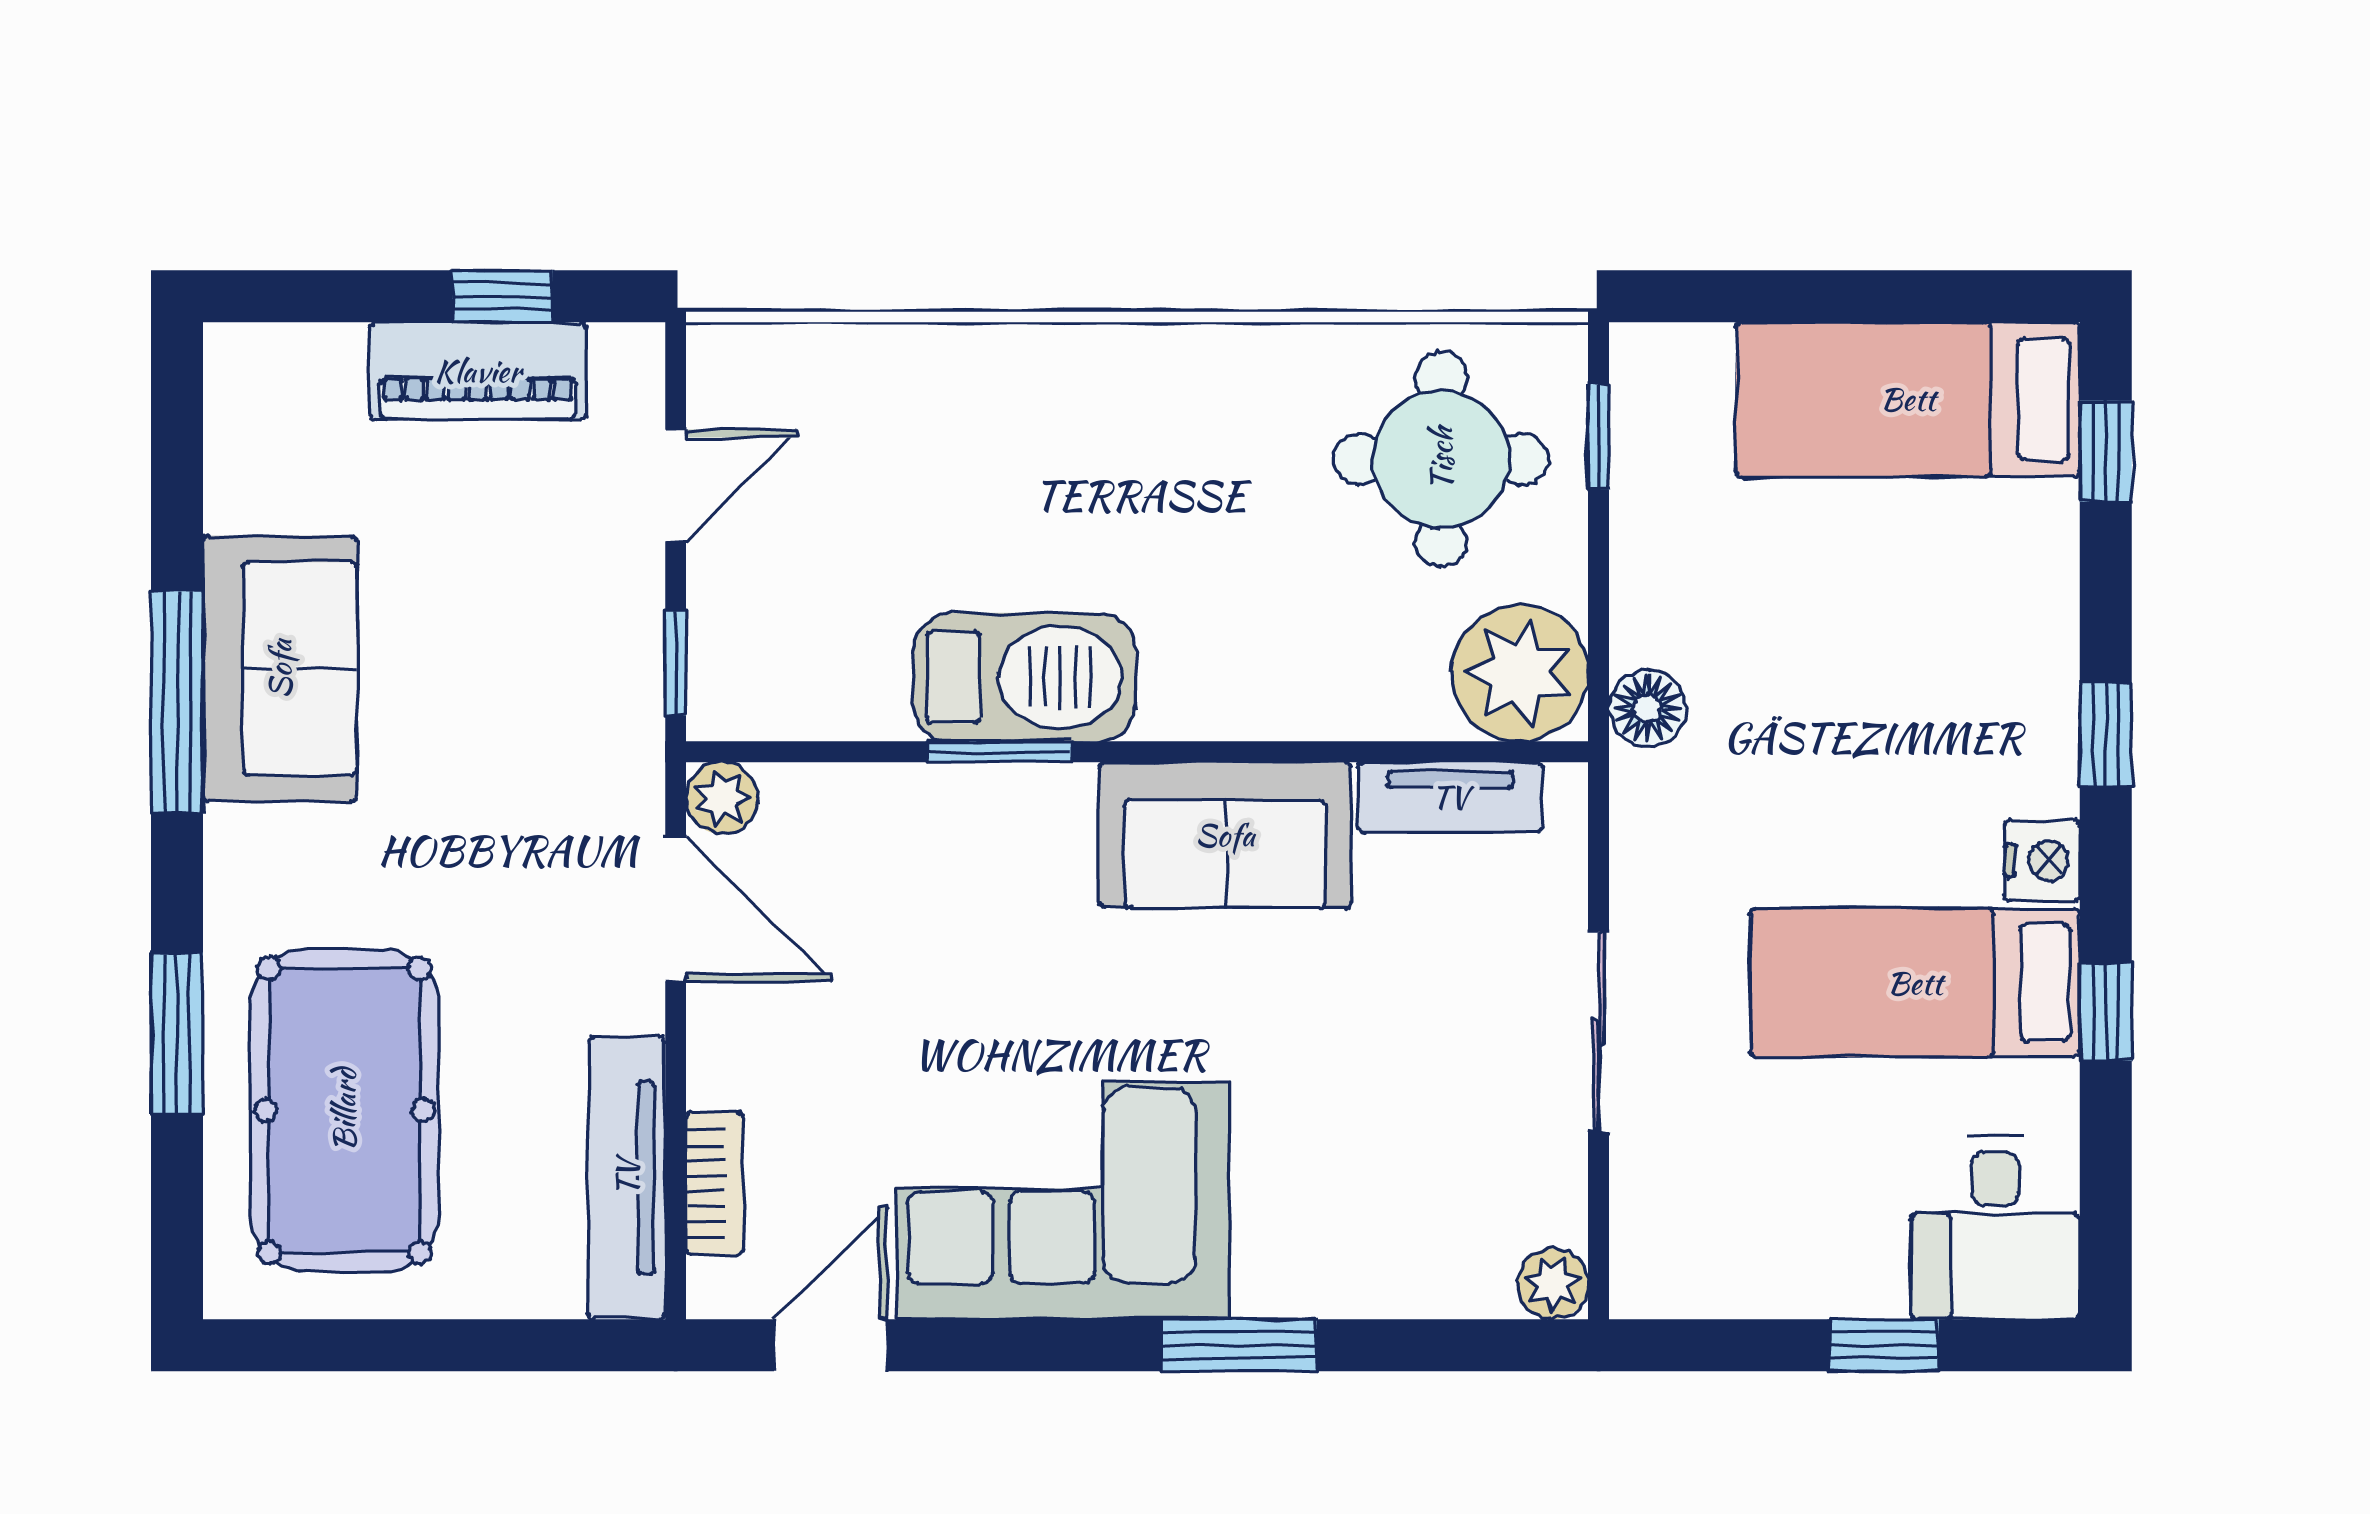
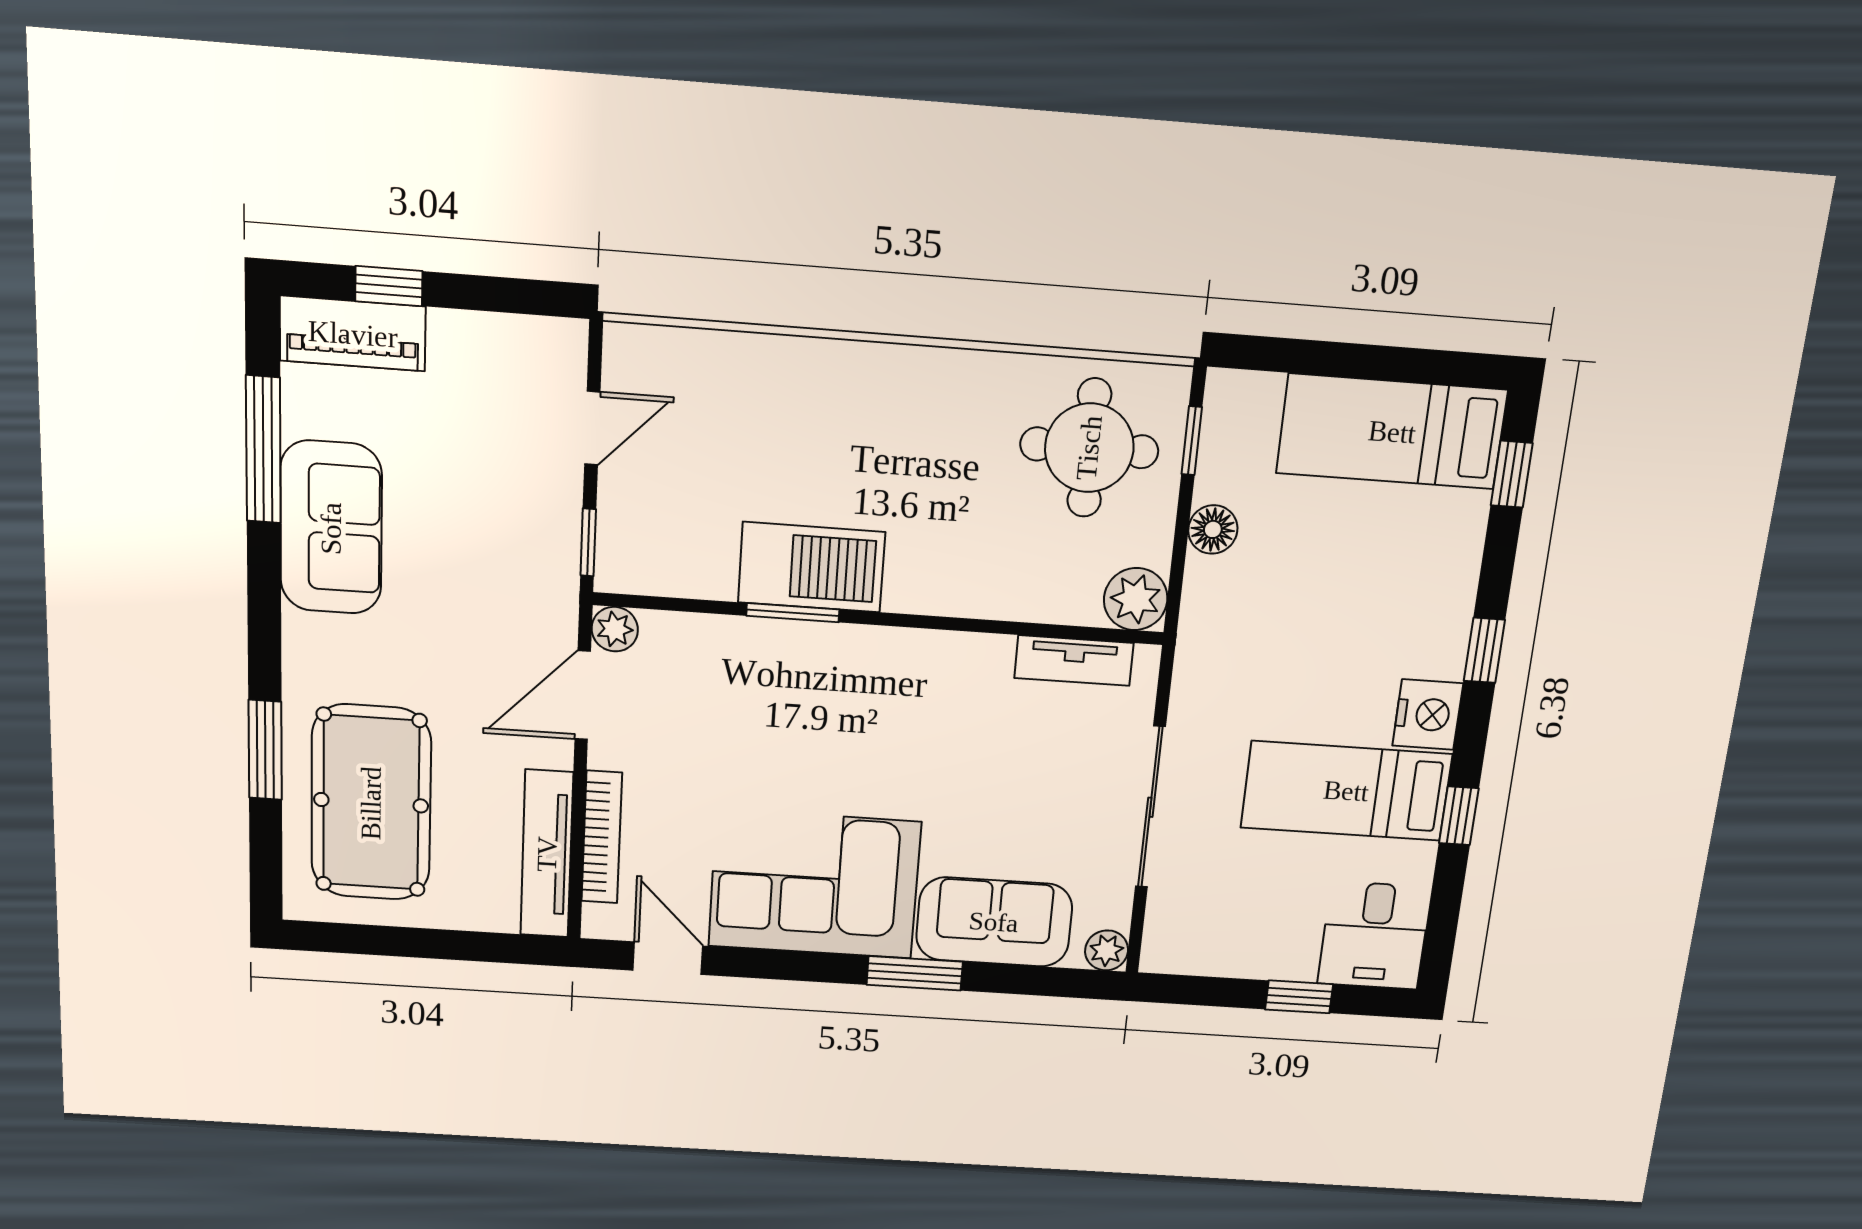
window: (502, 296) -> (389, 286), moved
piano: (478, 371) -> (353, 334), moved
plant: (1520, 673) -> (1136, 599), width x0.73, depth x0.73
window: (177, 702) -> (263, 450), moved
floor lamp: (1647, 708) -> (1213, 529), moved
sofa: (1225, 835) -> (994, 922), moved, turned 180
nightstand: (2042, 860) -> (1428, 714), width x1.36, depth x1.33
door: (676, 909) -> (583, 695), swing flipped
sliding door: (1599, 1032) -> (1150, 807), width x1.37
bookcase: (714, 1183) -> (602, 837), width x1.56
door: (830, 1345) -> (668, 958), hinge flipped

